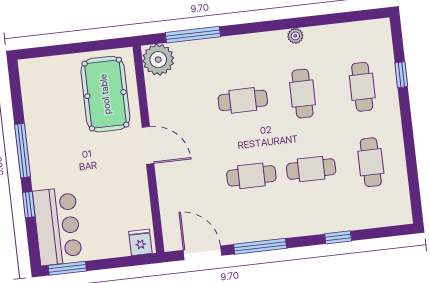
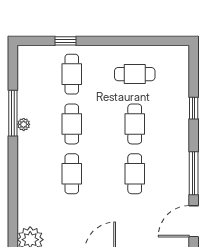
window: (193, 35) -> (13, 113), moved
cafe table: (362, 87) -> (72, 74), turned 90
cafe table: (302, 94) -> (72, 124), turned 90

